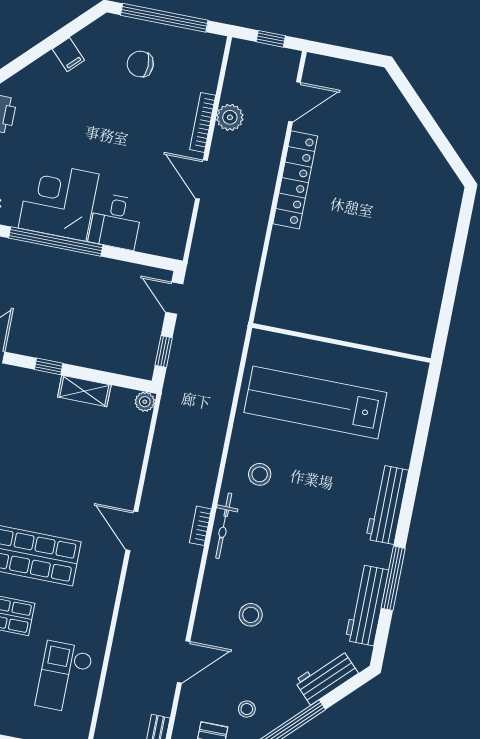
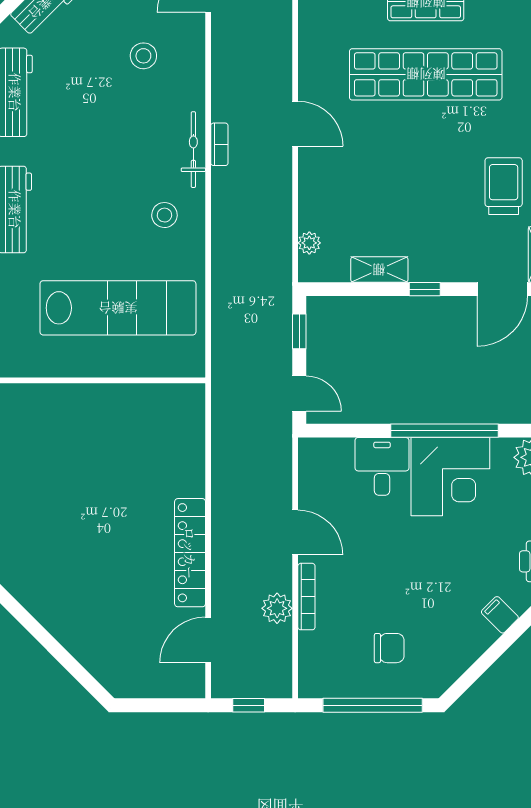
filing cabinet: (68, 55) -> (500, 615), moved
plant: (145, 402) -> (309, 243), moved

